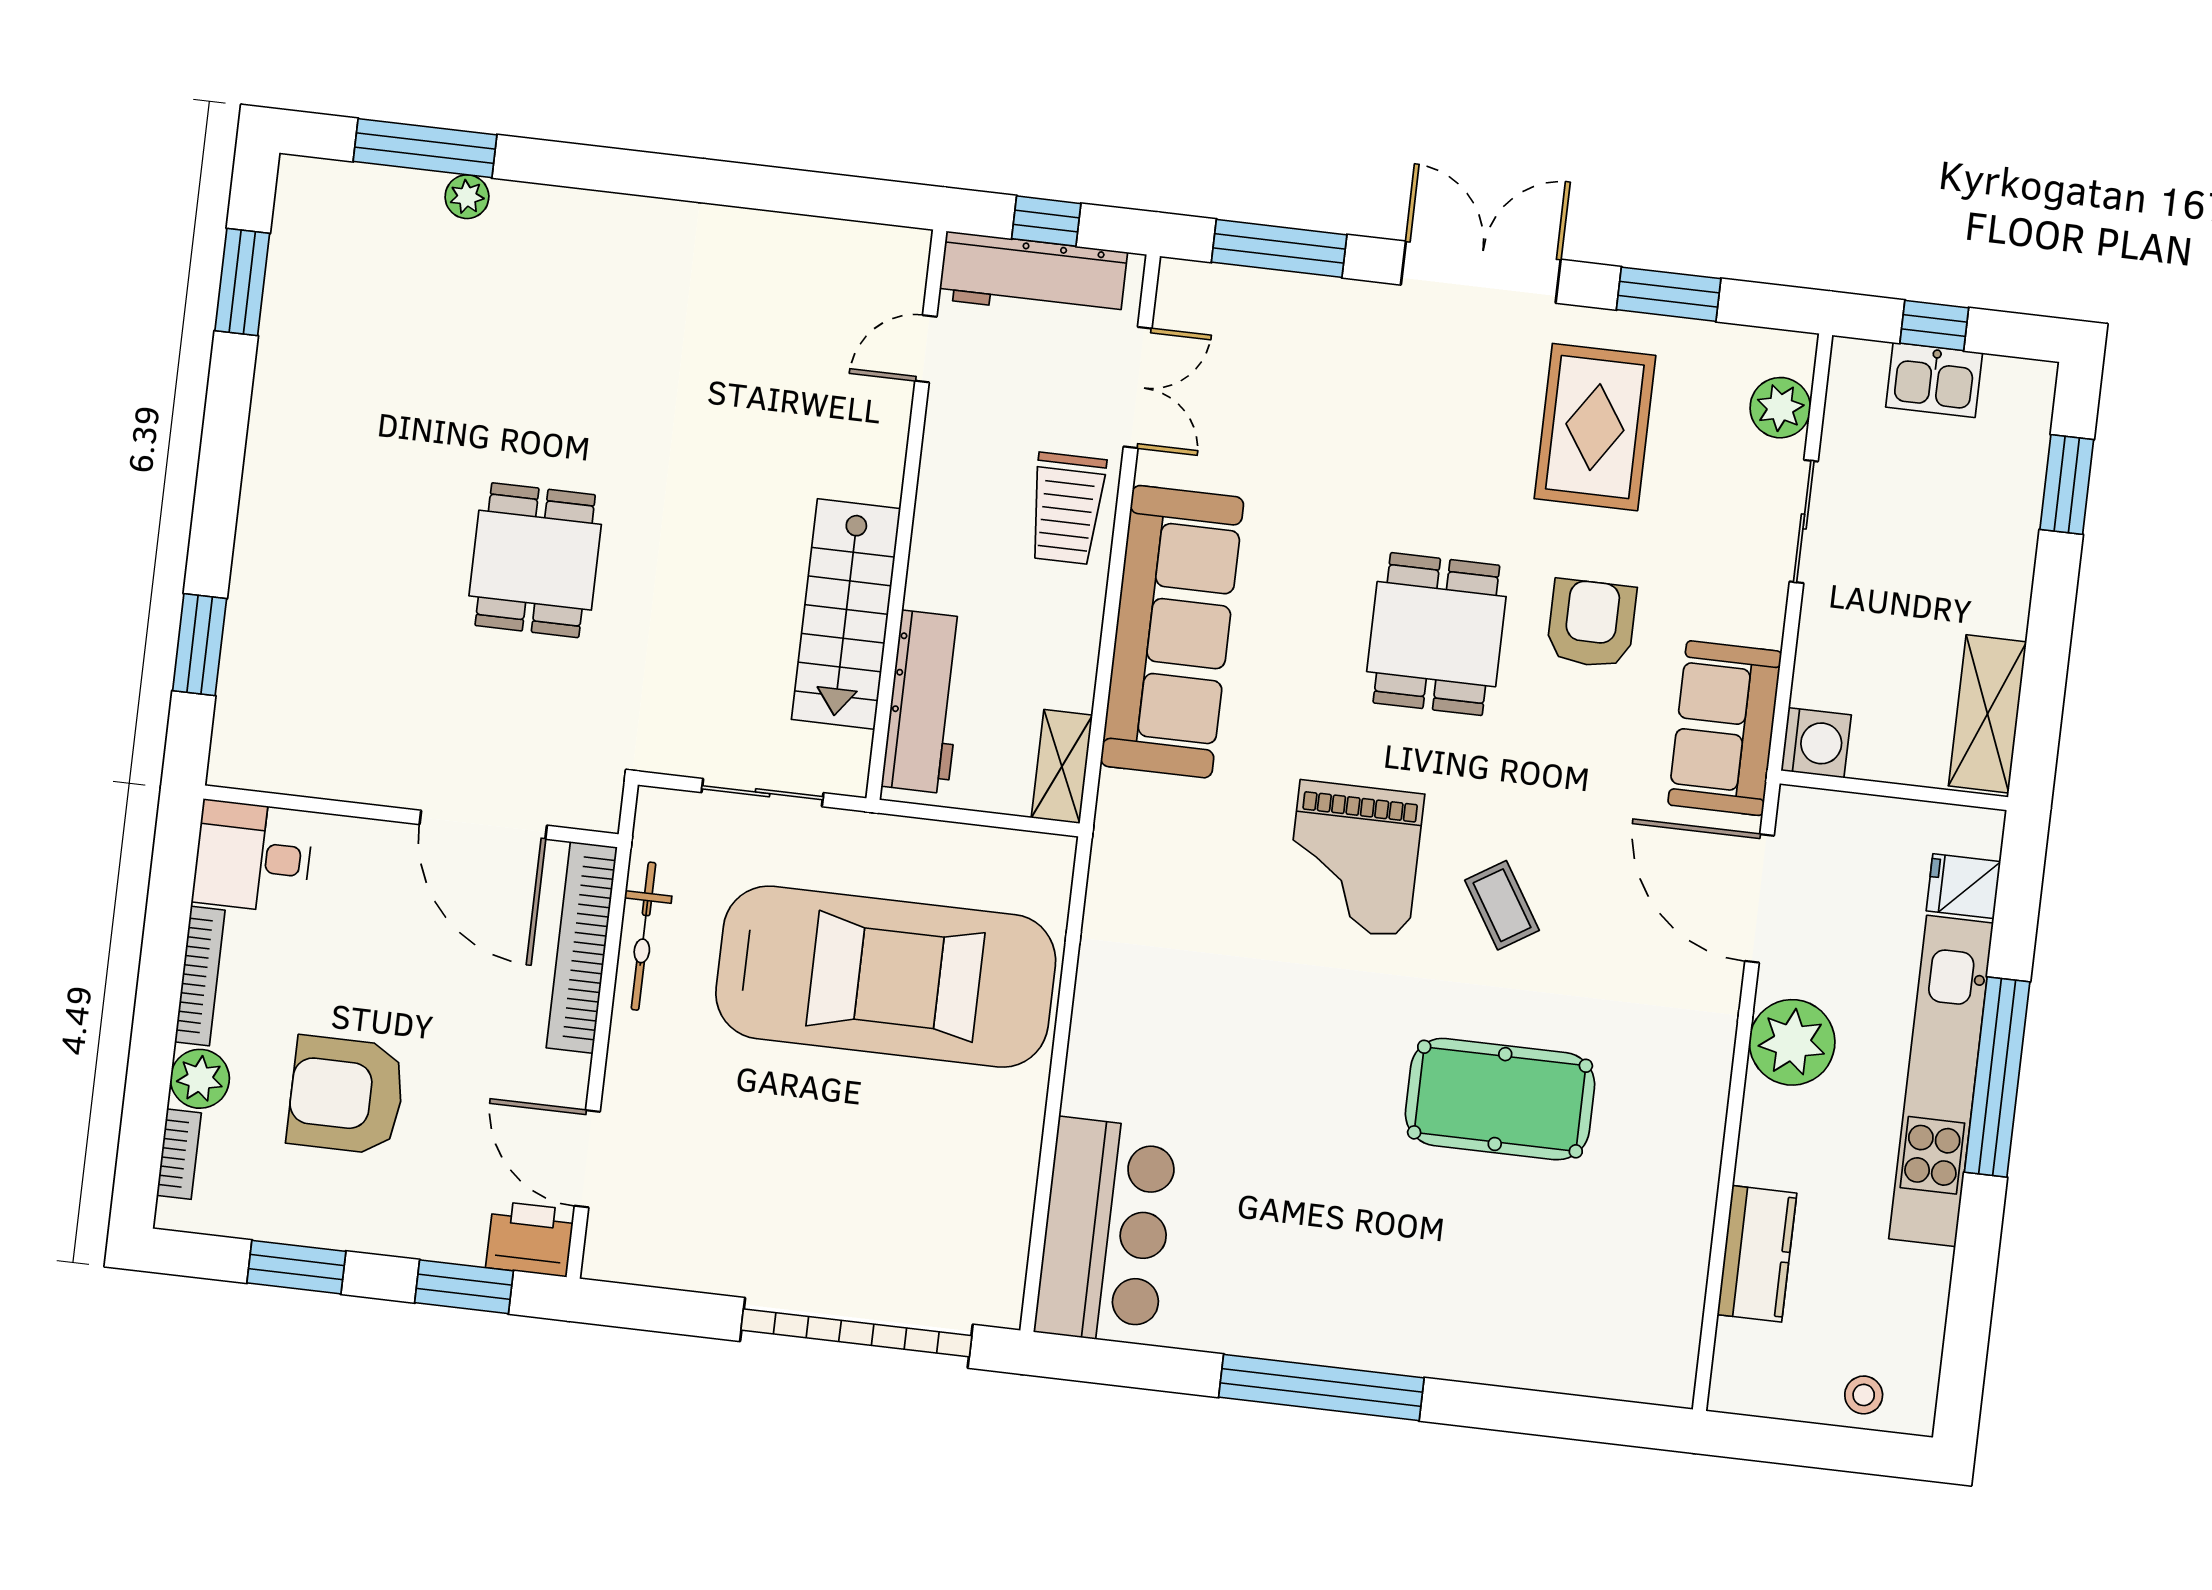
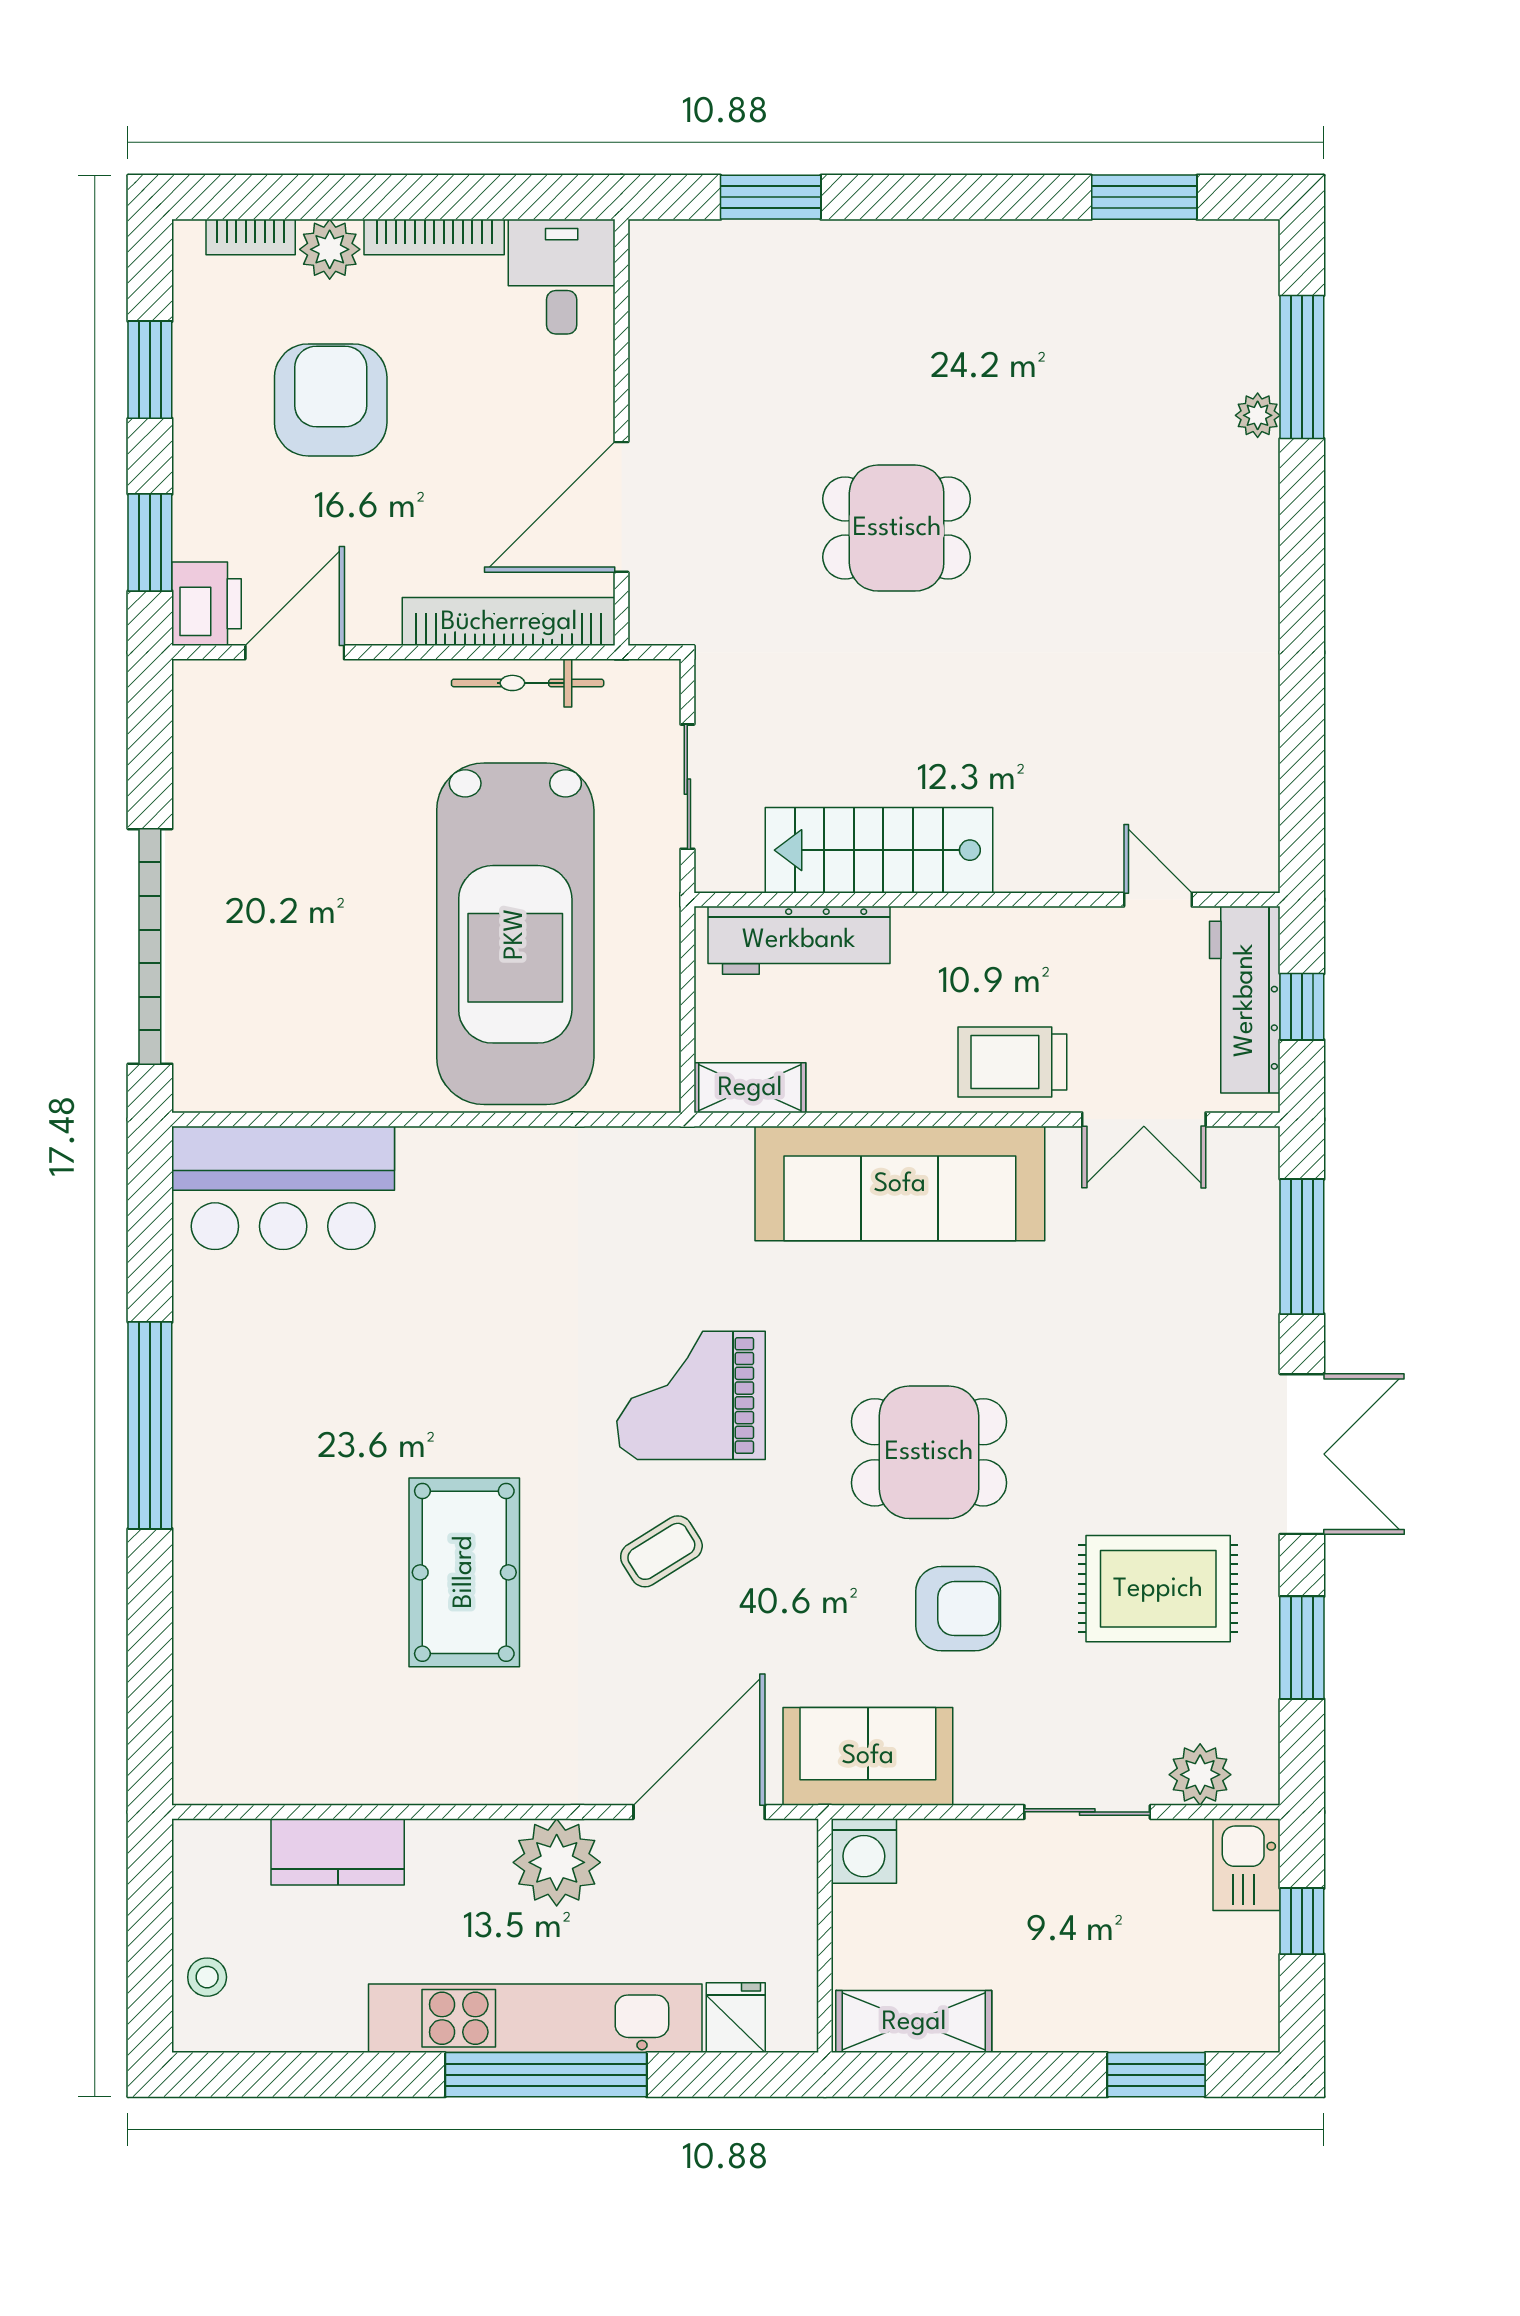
kitchen sink: (1934, 380) -> (1247, 1865), moved

